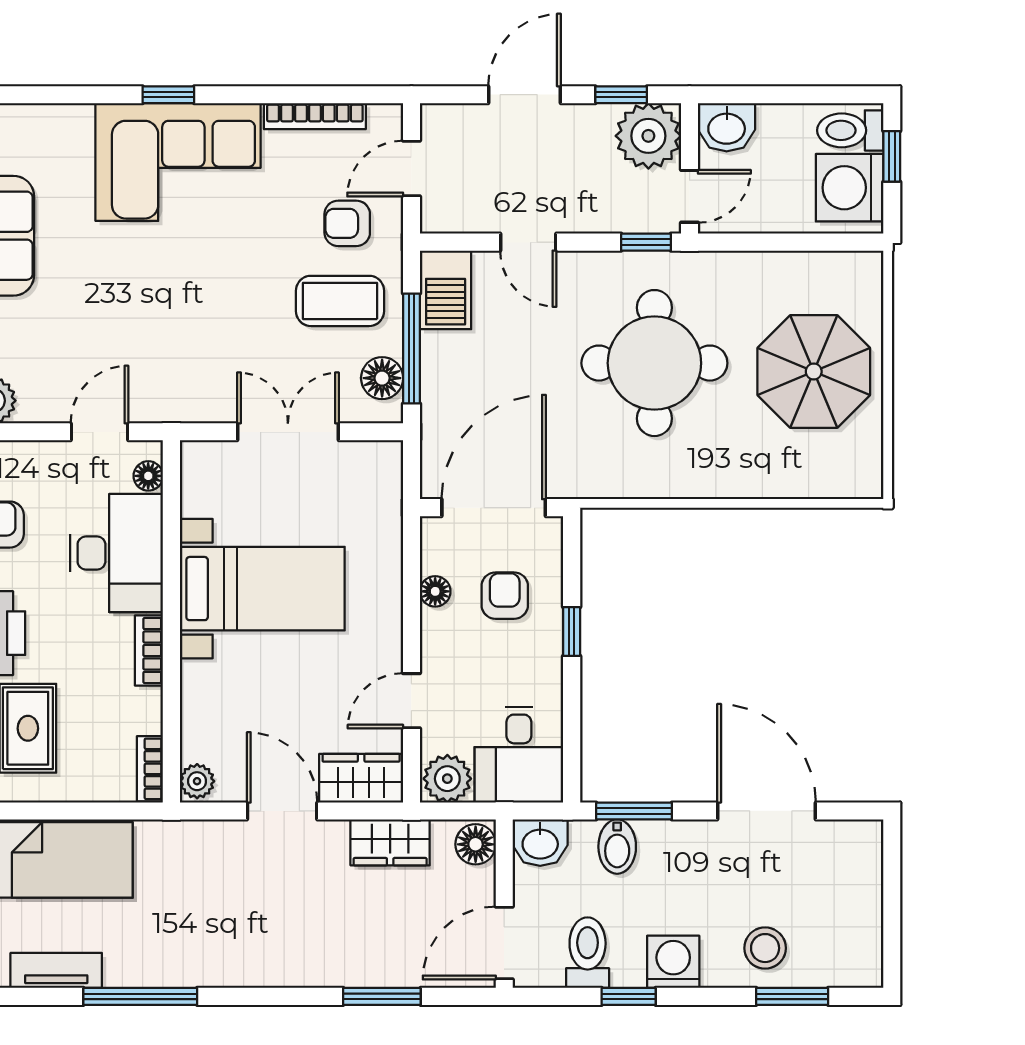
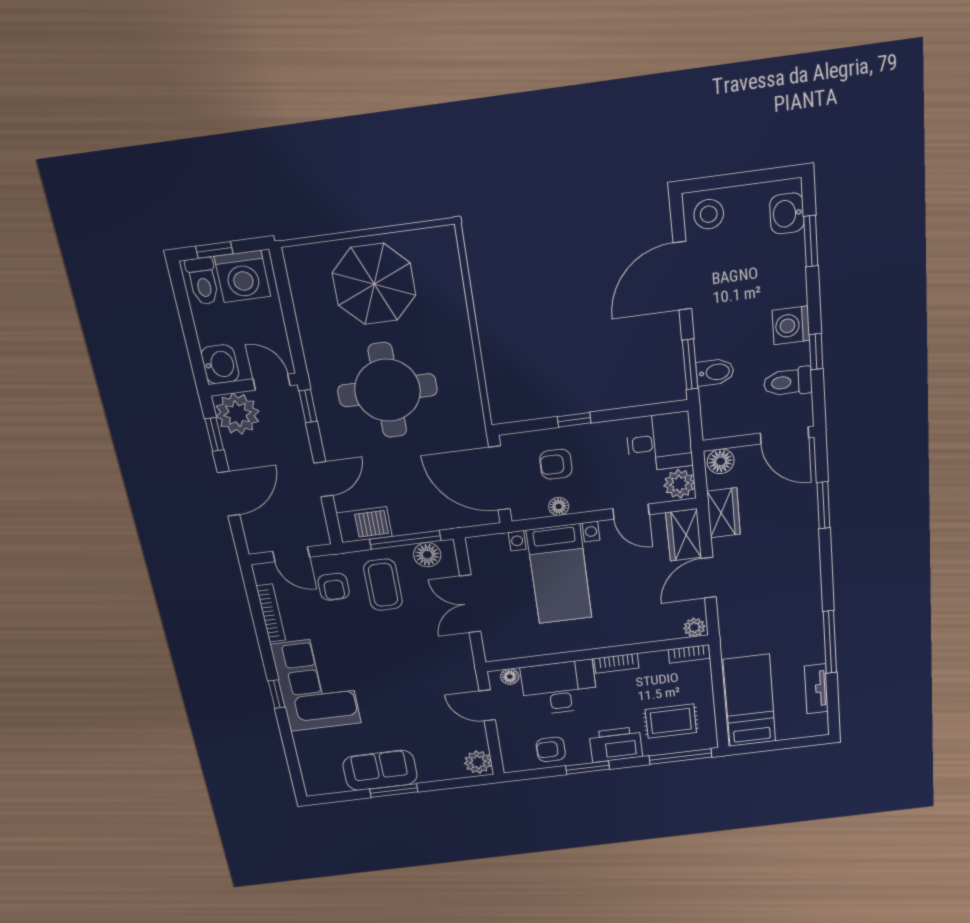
door: (524, 95) -> (229, 494), swing flipped
bed with nightstands: (262, 589) -> (559, 574), moved, turned 180
washbasin: (540, 843) -> (787, 213), moved, turned 180
stool: (765, 948) -> (709, 214), moved

